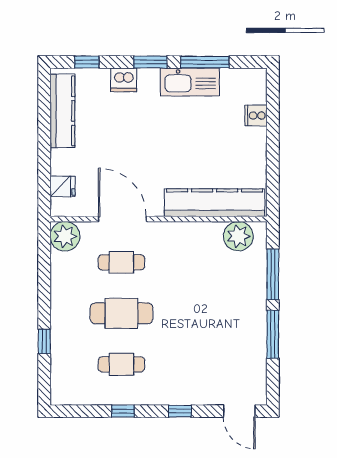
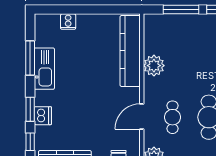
window: (150, 62) -> (30, 109), moved
door: (122, 219) -> (142, 117), width x0.73
plant: (238, 236) -> (154, 66), moved

